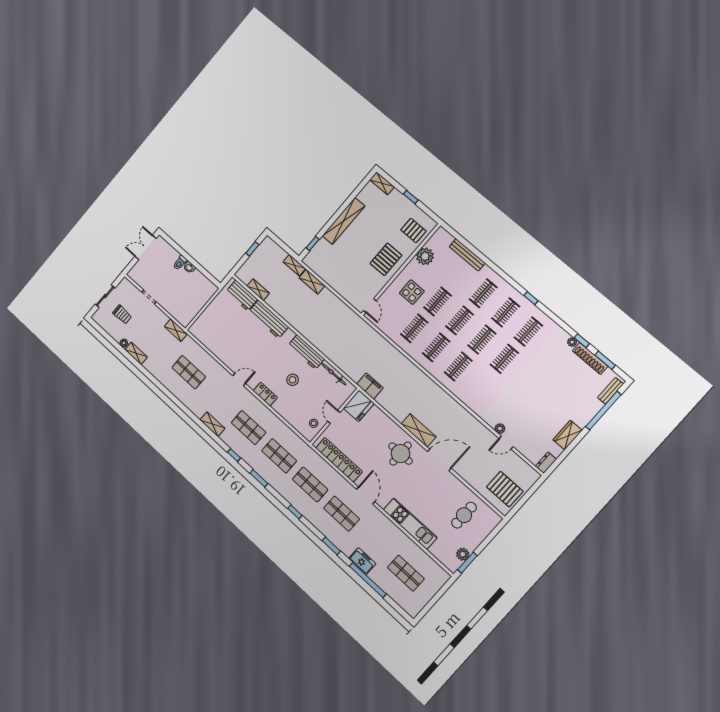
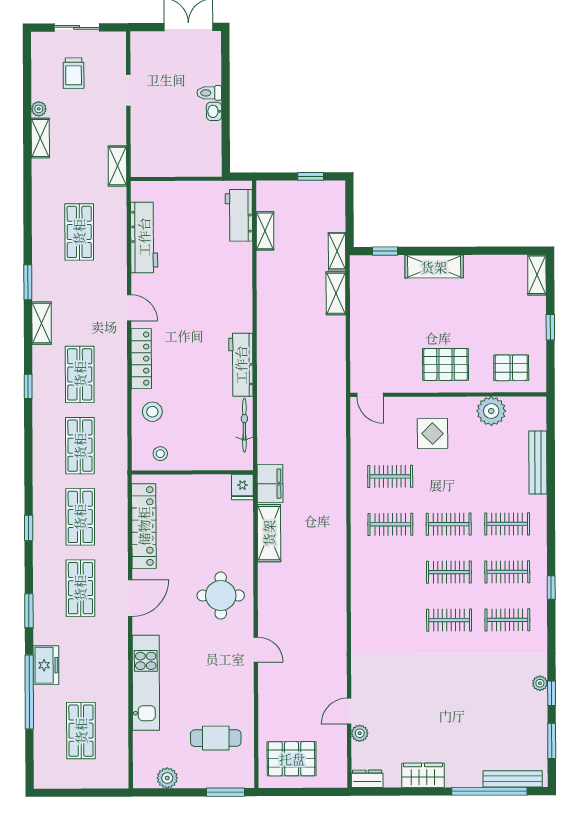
shelving: (344, 221) -> (434, 267), width x0.68
pallet: (413, 230) -> (511, 368), turned 90
clothes rail: (438, 301) -> (449, 476), removed
door: (370, 306) -> (370, 395), hinge flipped
workbench: (268, 319) -> (144, 237), moved, turned 180
shoe rack: (590, 358) -> (539, 722), removed
clothes rail: (458, 367) -> (391, 572), removed
stool: (293, 380) -> (152, 412), moved
bench: (610, 391) -> (513, 779), width x1.36
locker: (265, 394) -> (141, 359), width x1.53
fridge: (359, 406) -> (242, 487), width x0.53, depth x0.75
door: (334, 417) -> (191, 472), removed
plant: (500, 429) -> (360, 733), moved
shelving: (419, 430) -> (269, 533), moved
door: (506, 443) -> (349, 711), hinge flipped
door: (439, 460) -> (256, 650), width x0.53
window: (259, 478) -> (28, 282), moved
pallet: (505, 489) -> (292, 759), turned 90
window: (467, 563) -> (225, 792), moved

